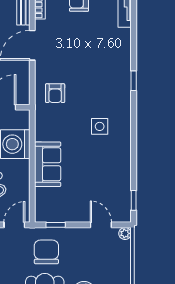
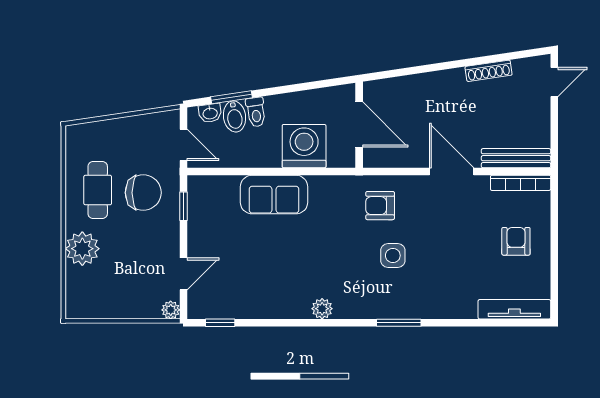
window: (134, 81) -> (399, 323), width x1.50
side table: (100, 126) -> (393, 256), moved
plant: (124, 132) -> (322, 309), added

